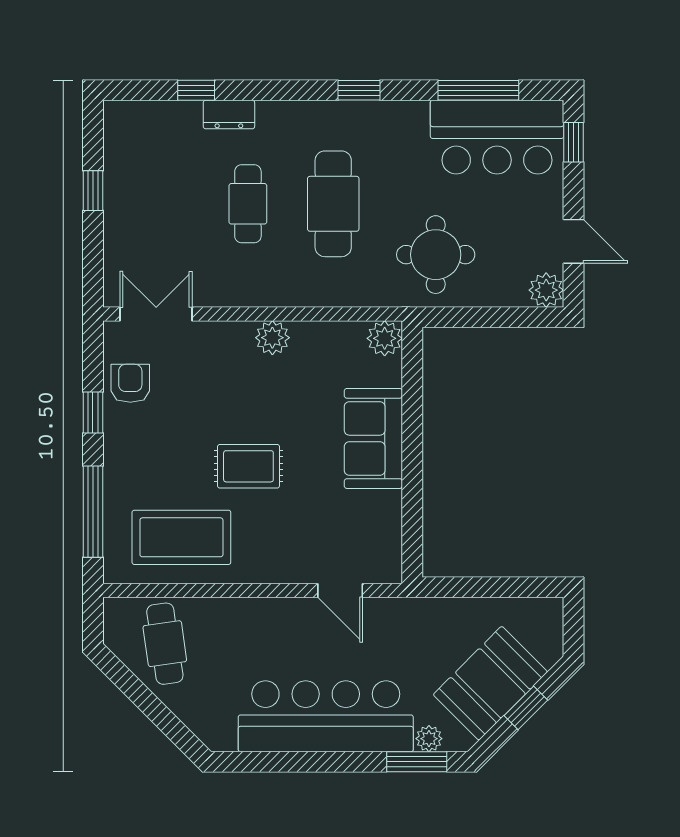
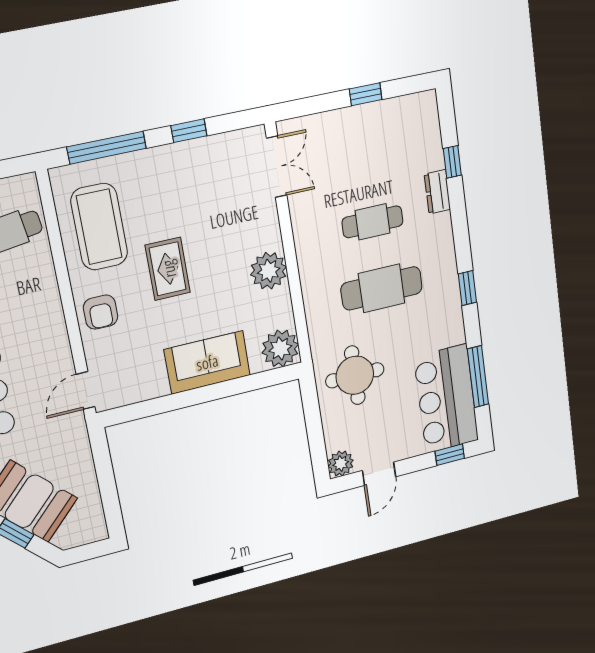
plant: (272, 338) -> (269, 271), width x1.36, depth x1.36
plant: (385, 338) -> (280, 348), width x1.36, depth x1.36
armchair: (130, 383) -> (101, 312), moved, turned 90
door: (340, 591) -> (86, 390), moved

